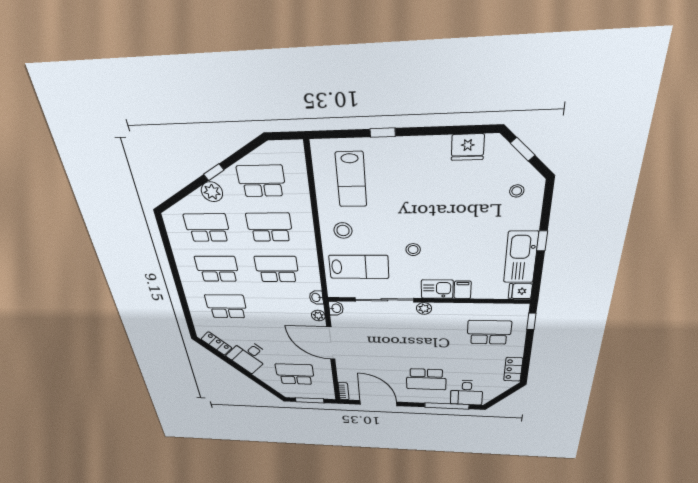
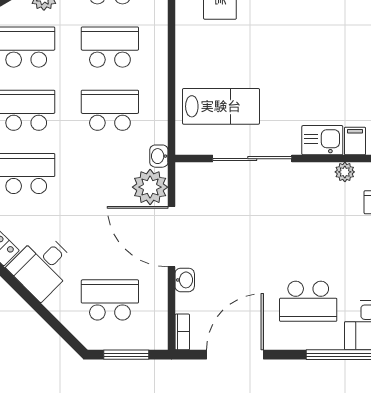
stool: (343, 230) -> (205, 53), removed
stool: (413, 250) -> (292, 80), removed
washbasin: (336, 308) -> (185, 280), moved
plant: (424, 308) -> (345, 172), moved
plant: (318, 316) -> (150, 187), width x1.87, depth x1.87
door: (378, 403) -> (235, 355), hinge flipped

